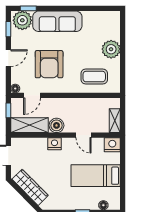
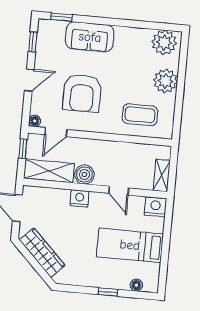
plant: (22, 20) -> (164, 42), moved
sofa: (57, 21) -> (90, 37), width x0.73

